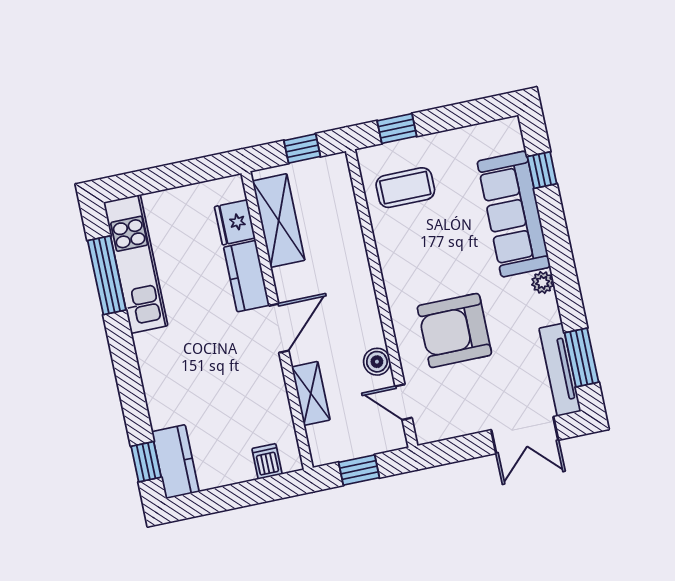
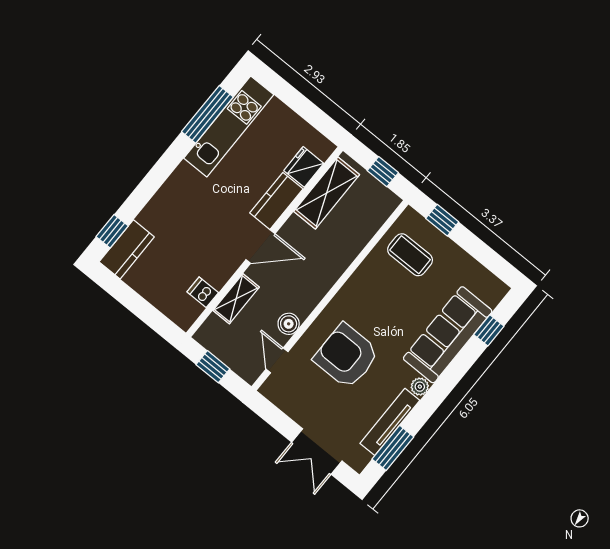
tv unit: (560, 370) -> (390, 422), moved
dishwasher: (267, 461) -> (203, 292), moved, turned -90

